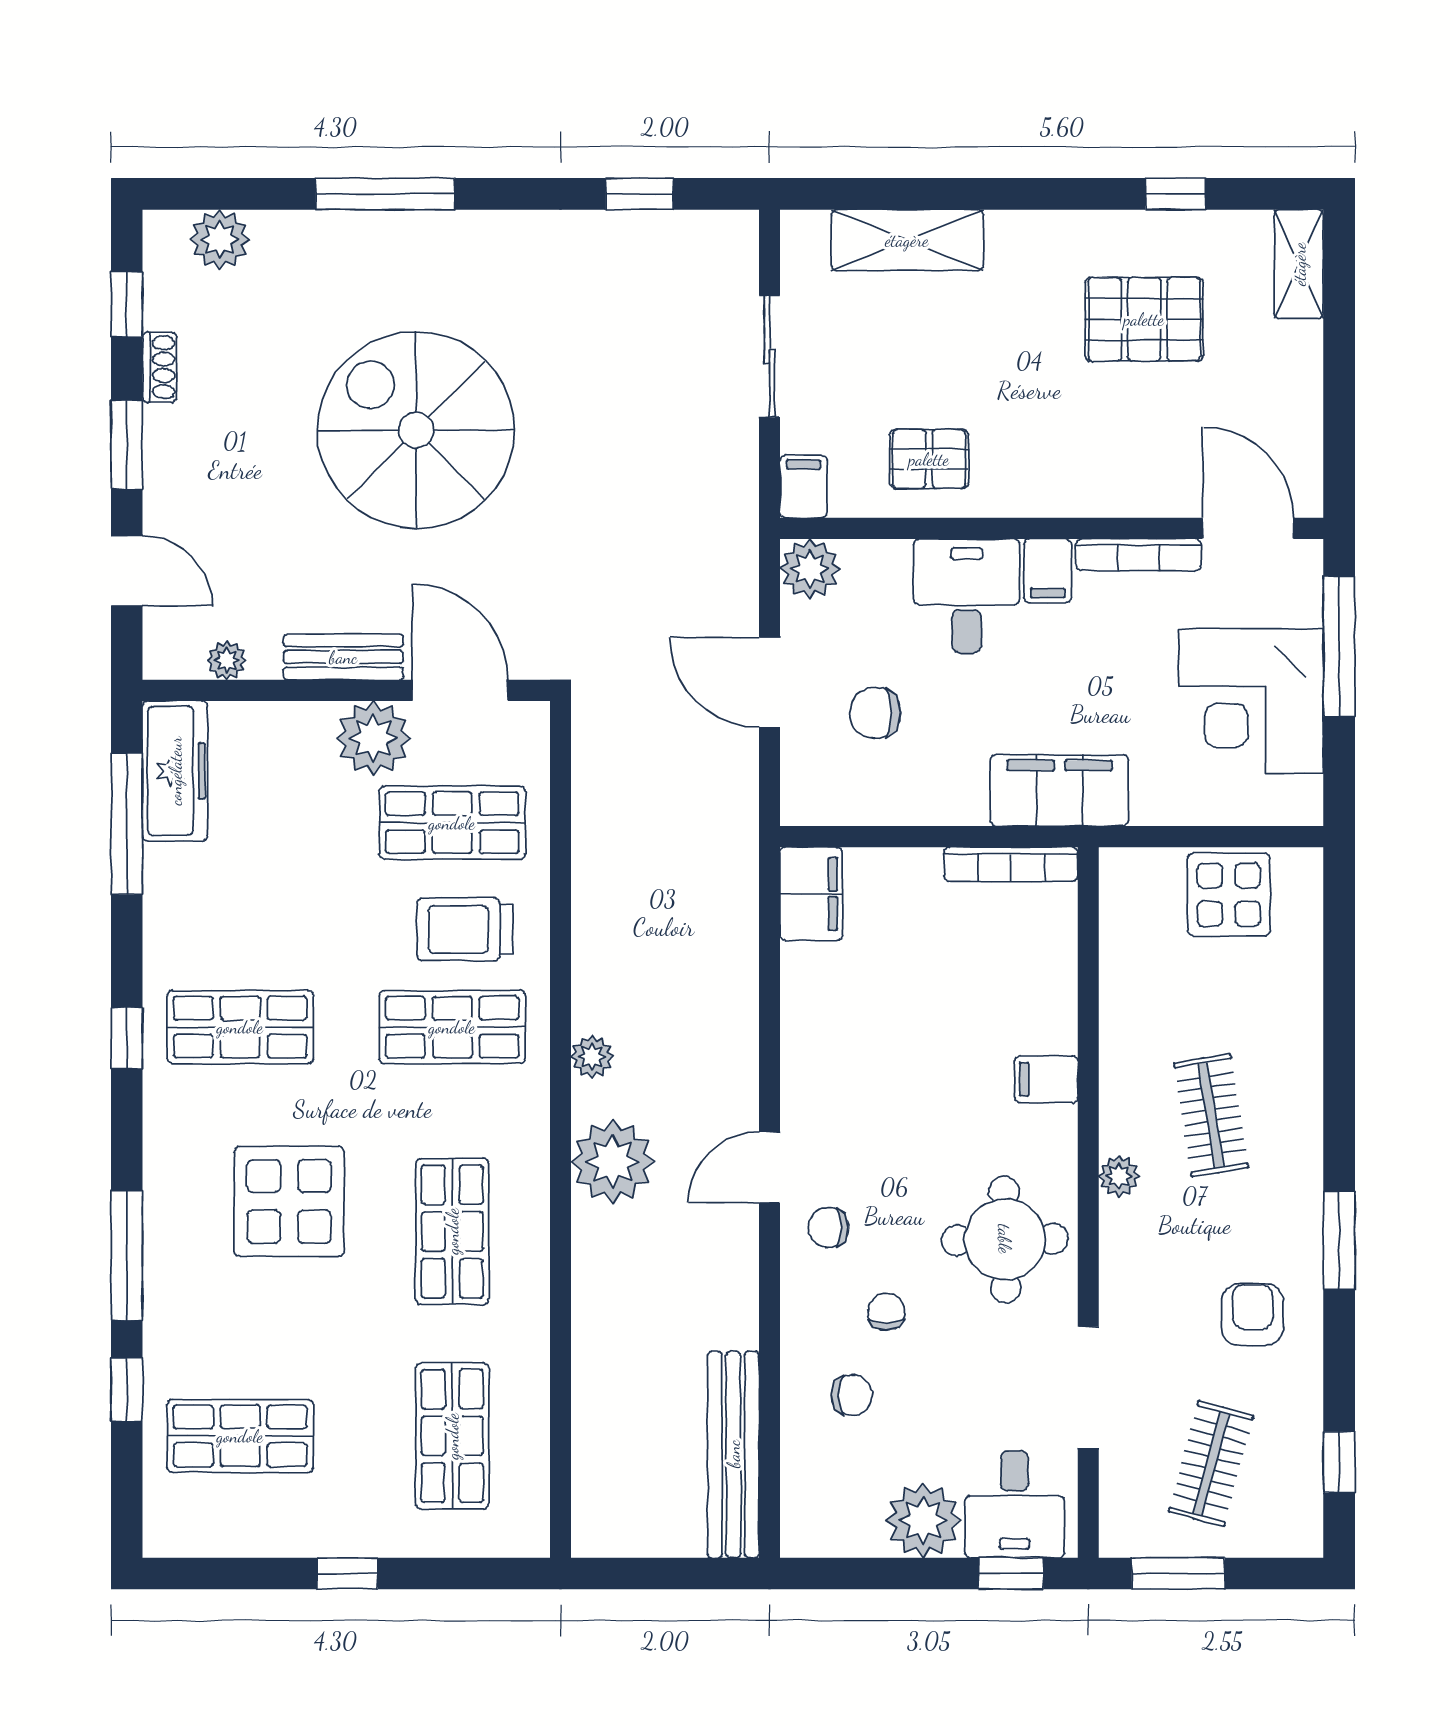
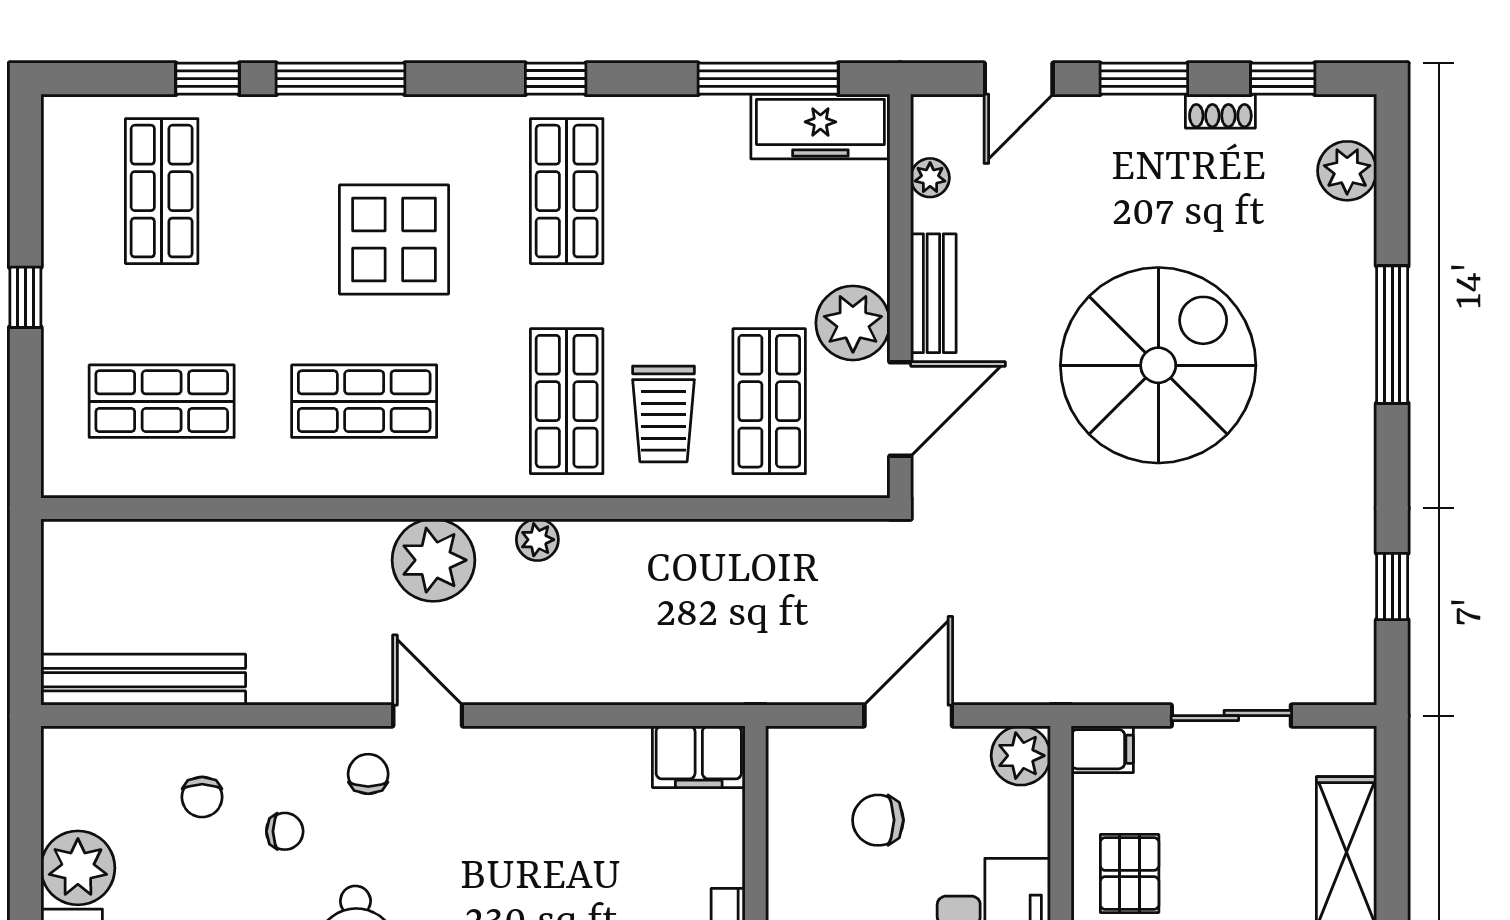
chair: (875, 713) -> (878, 820), turned -90
trolley: (465, 929) -> (664, 414), turned 180

